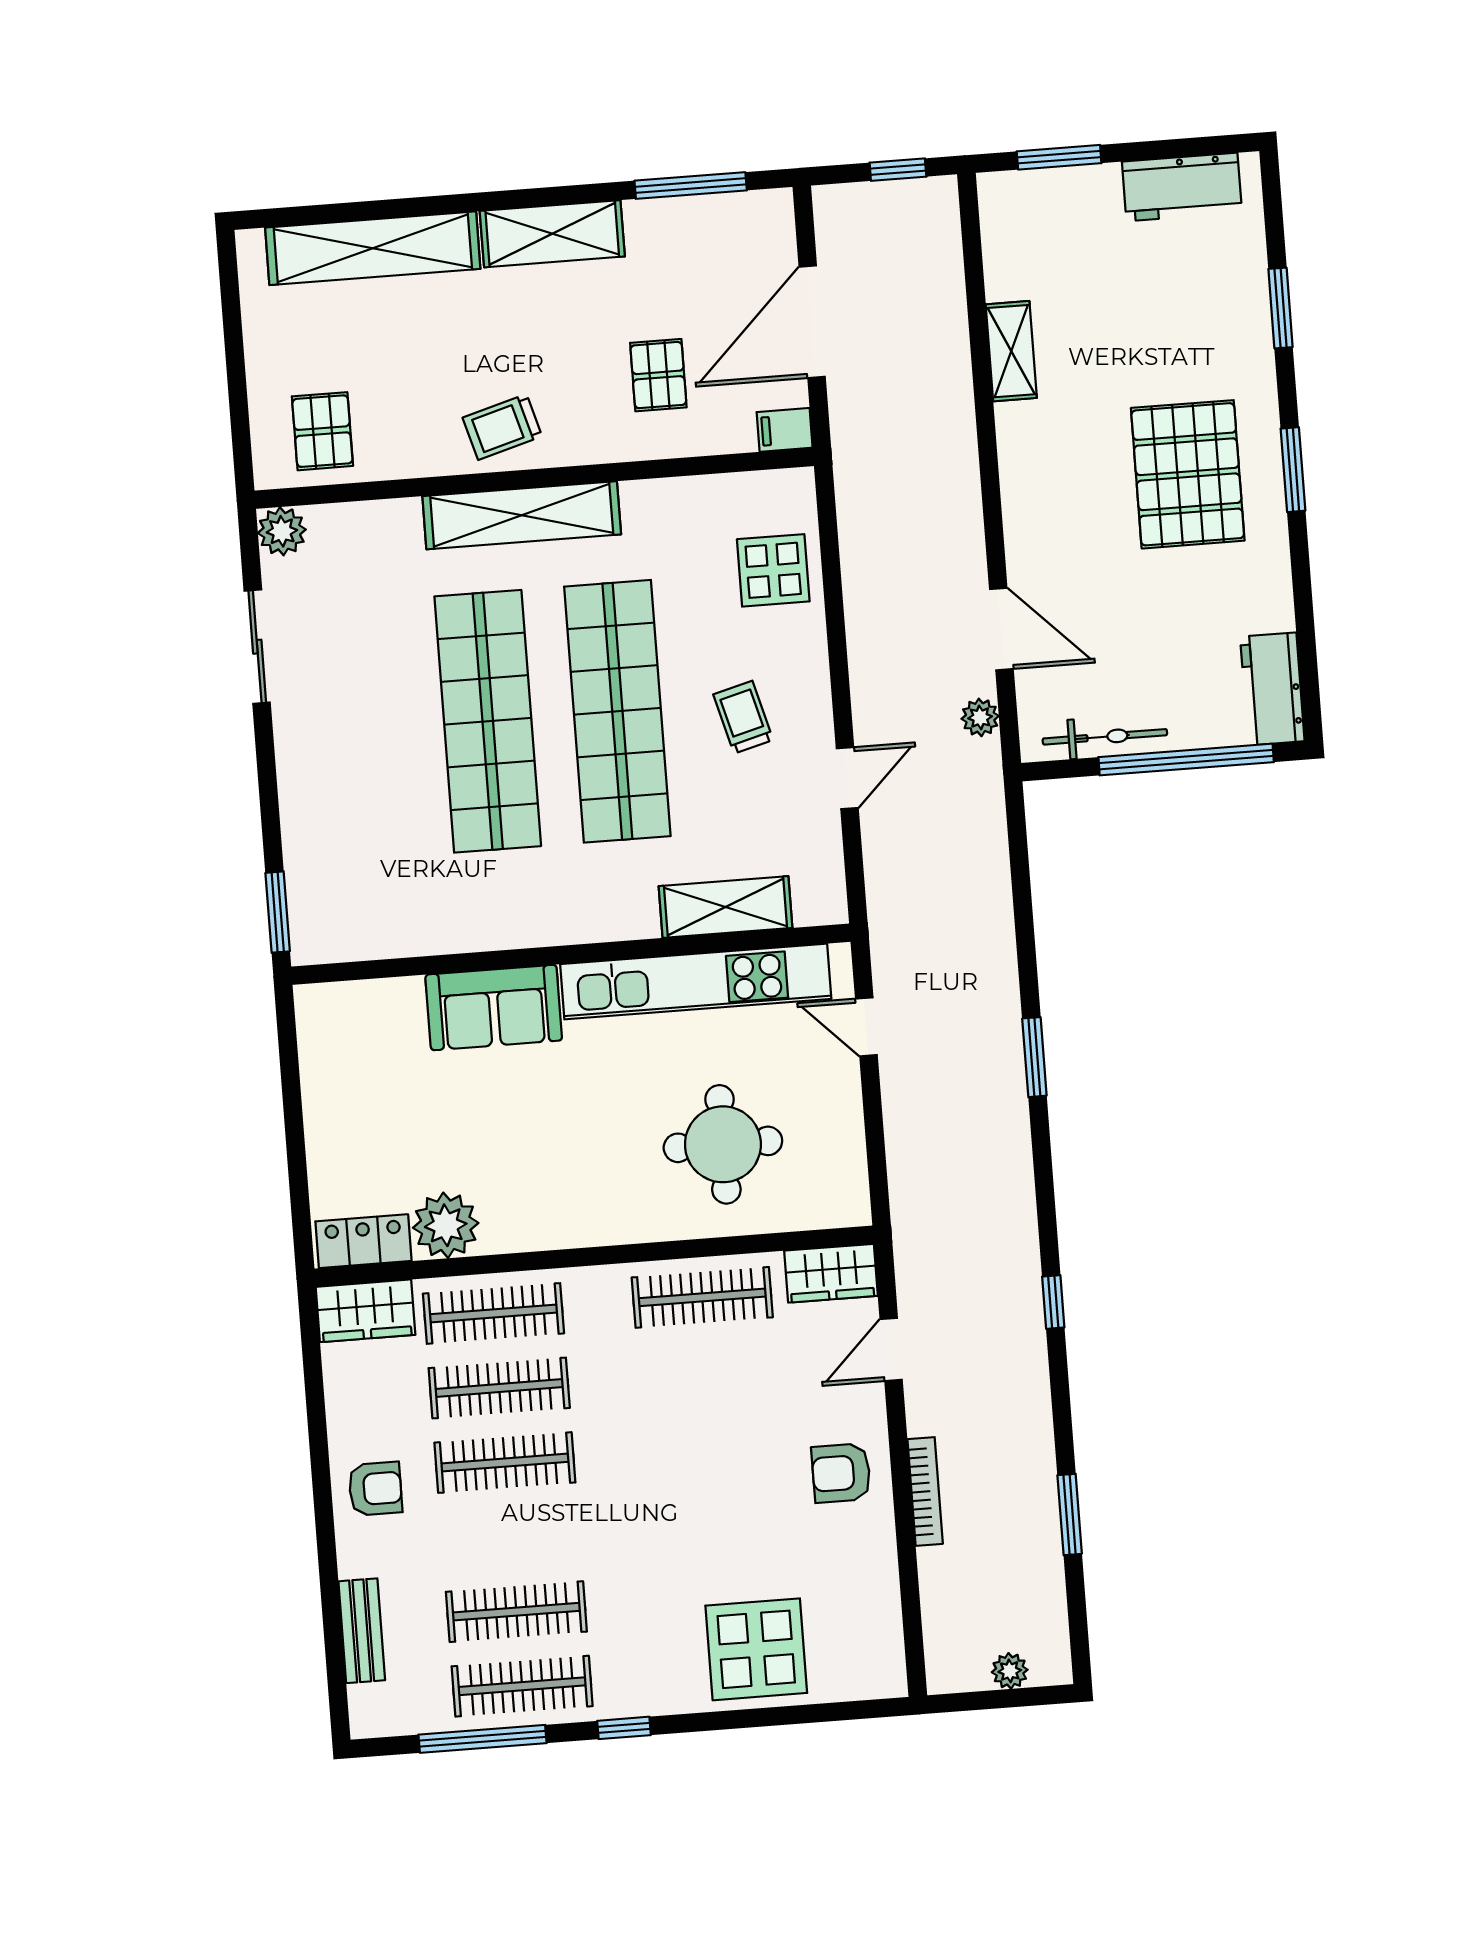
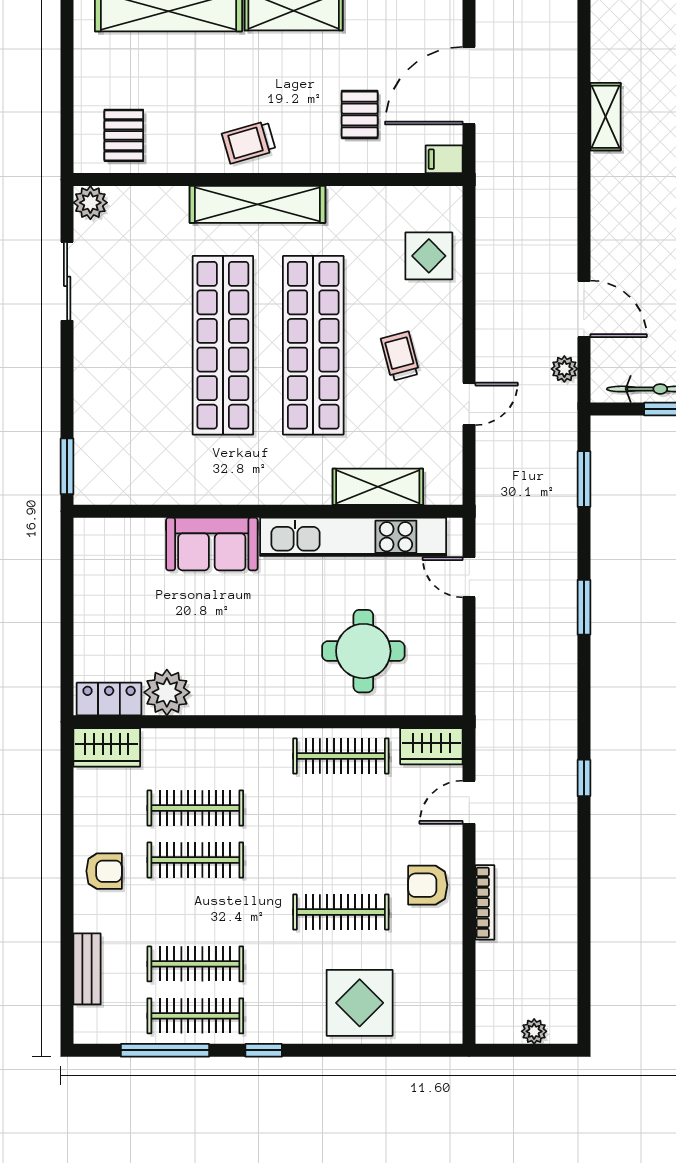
clothes rail: (493, 1313) -> (341, 912), moved
window: (1070, 1514) -> (584, 479), moved

